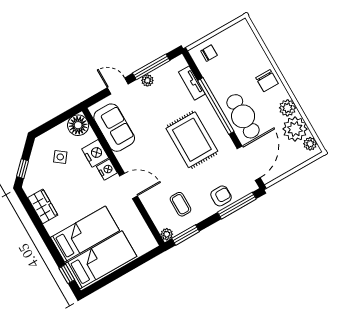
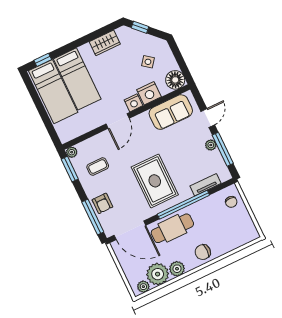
rug: (192, 140) -> (155, 181), turned 90

